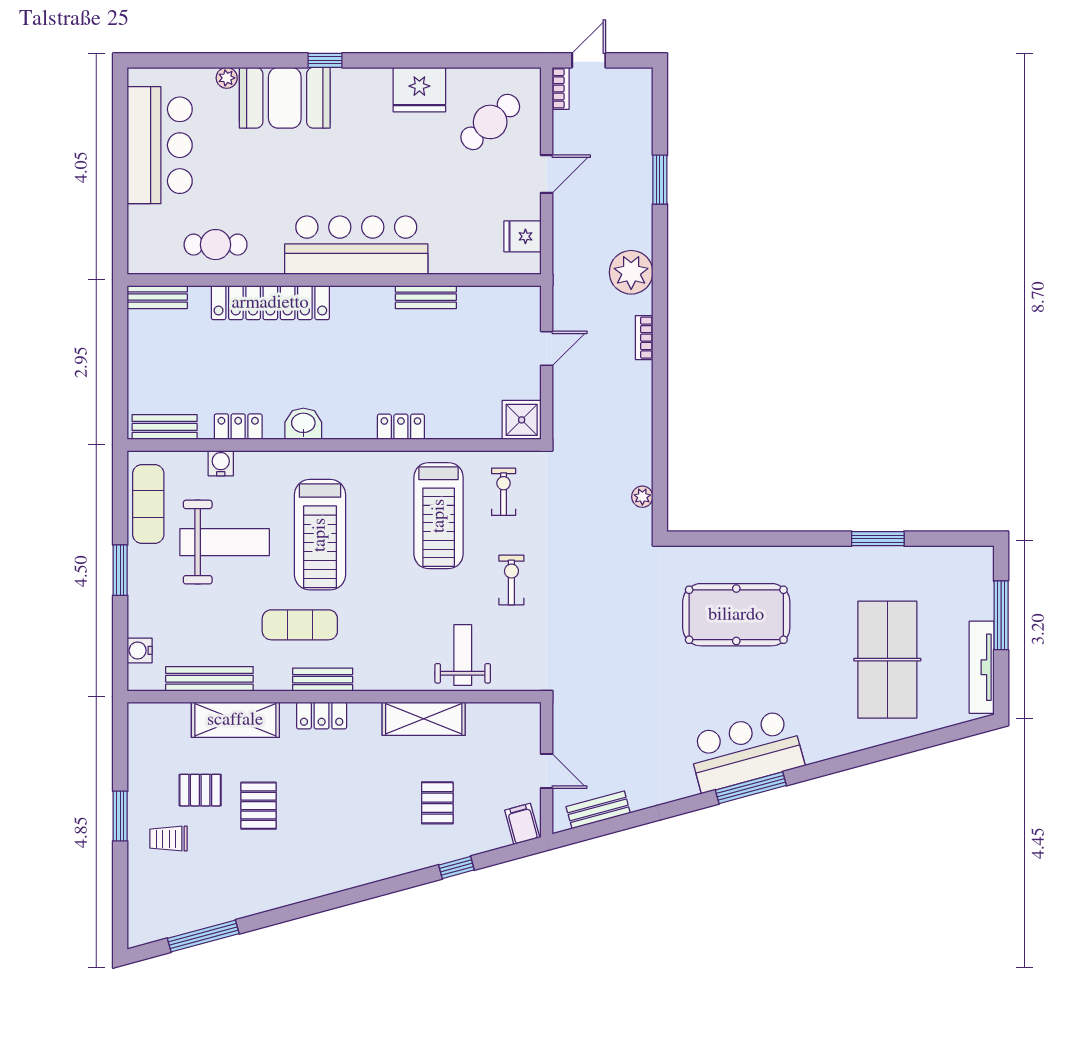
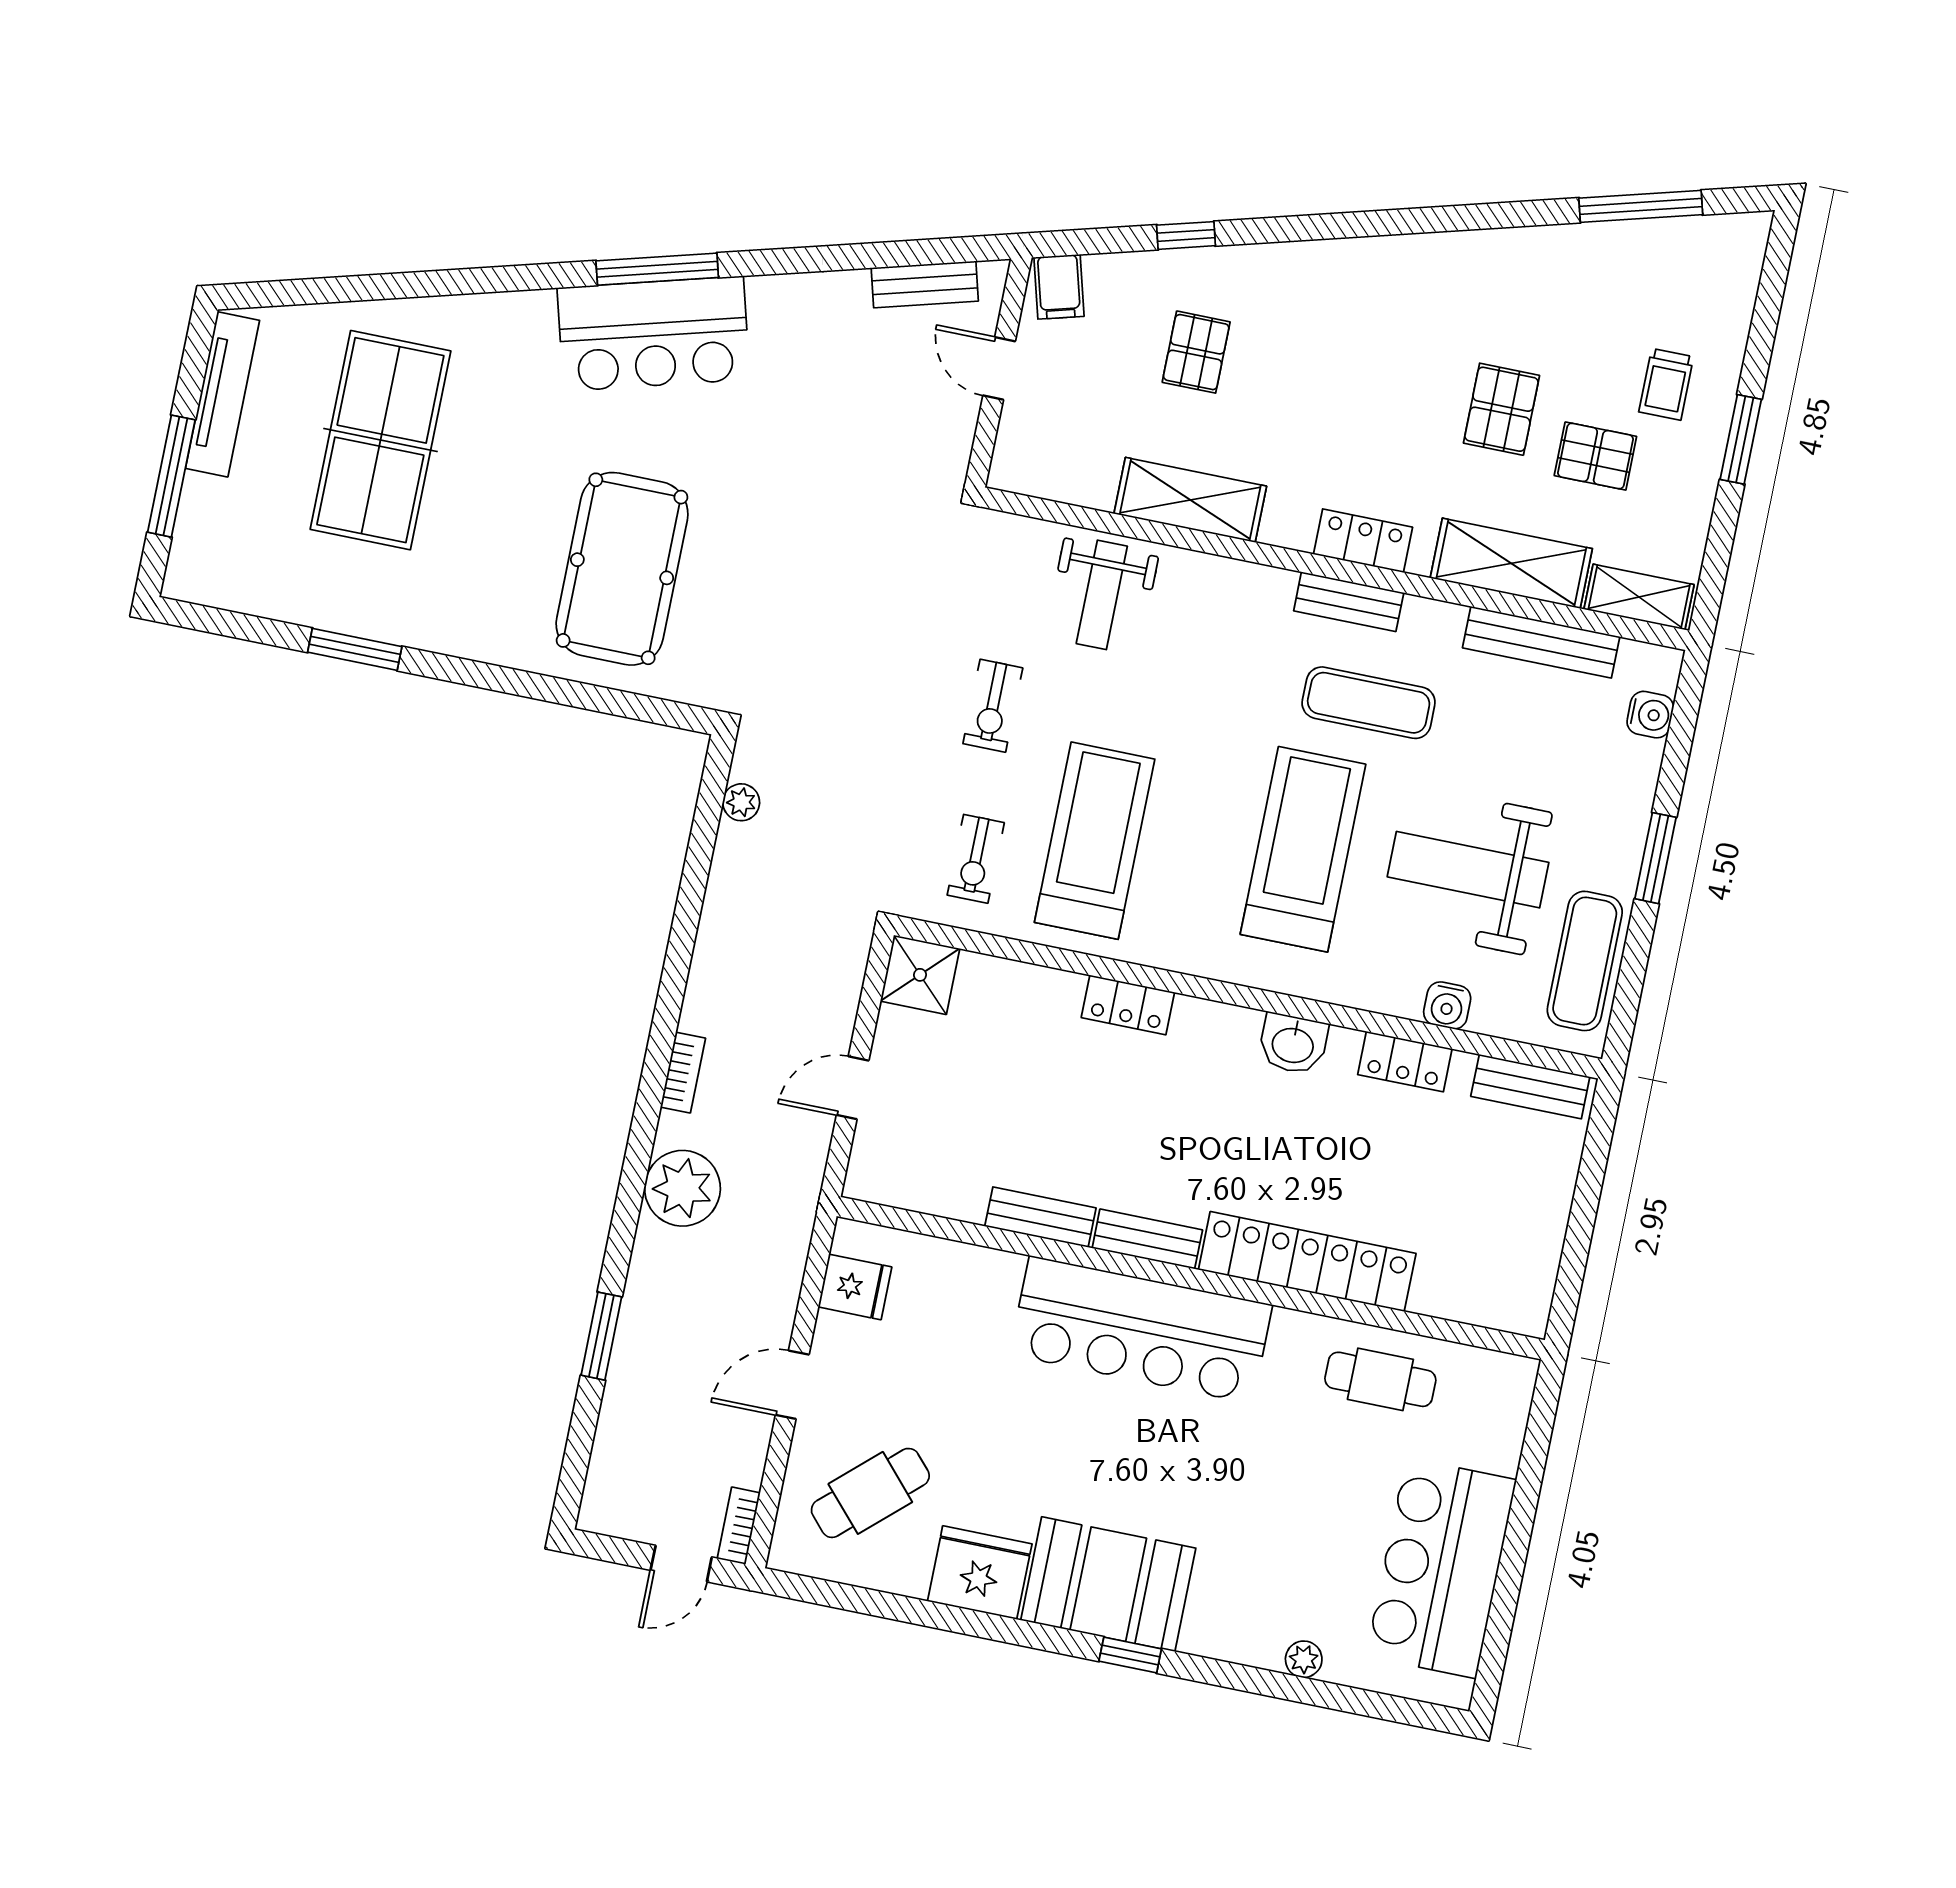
booth: (285, 98) -> (1108, 1584), moved
bench: (157, 297) -> (1147, 1239), moved
pool table: (736, 615) -> (622, 569), turned 90
shelving: (159, 716) -> (1639, 597), added
trolley: (169, 839) -> (1666, 384), turned 90

